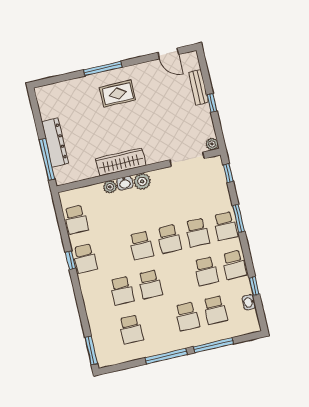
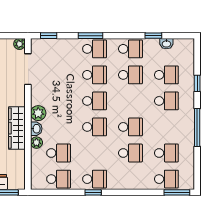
school desk: (104, 213) -> (59, 153), added
school desk: (103, 336) -> (166, 179), added
window: (214, 345) -> (197, 83), width x0.46

